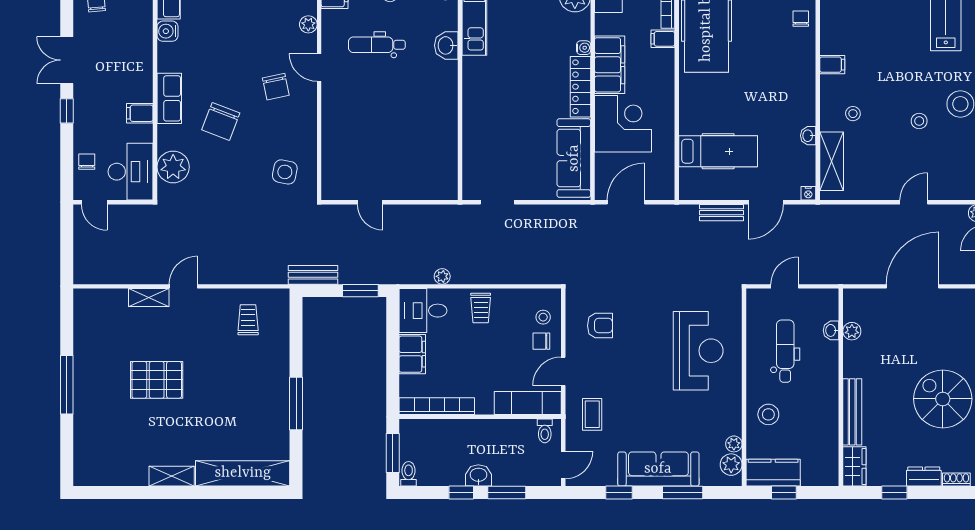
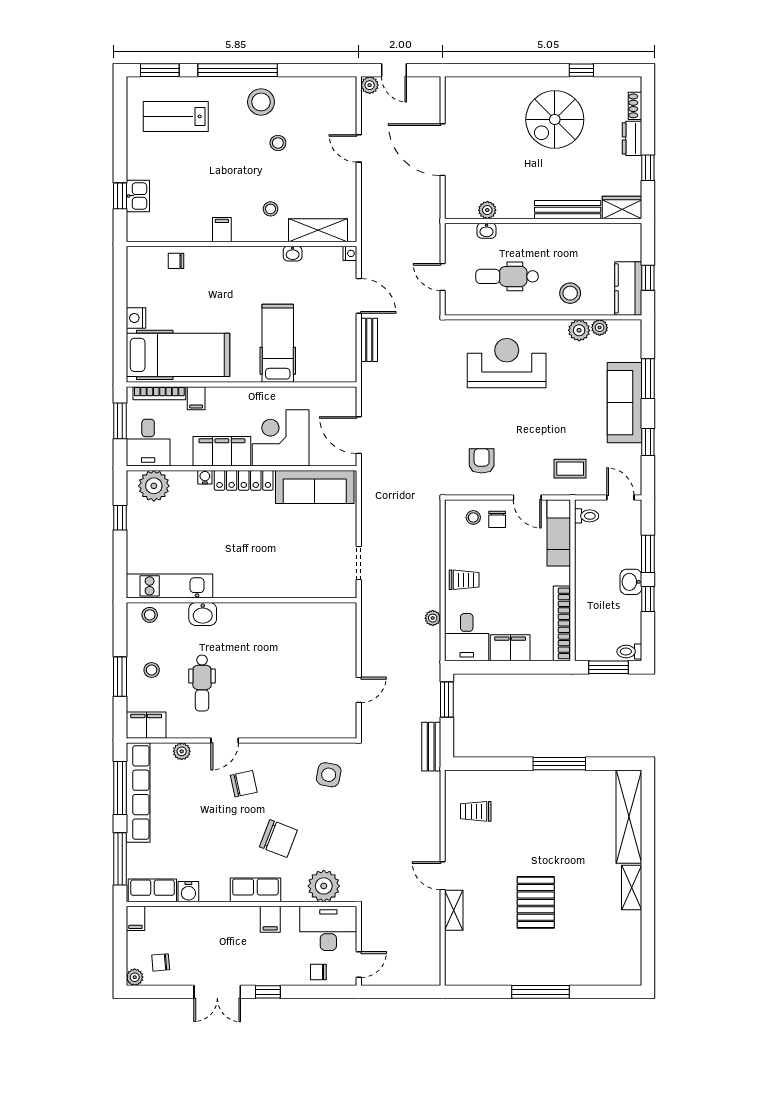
hospital bed: (718, 151) -> (278, 343), moved
plant: (731, 465) -> (579, 330), moved

